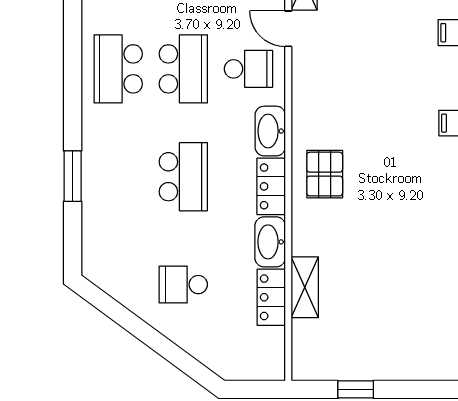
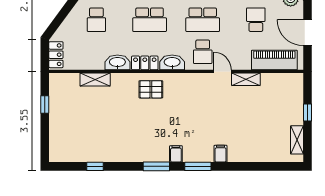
door: (288, 29) -> (222, 71), hinge flipped
school desk: (183, 285) -> (96, 20), turned 180
locker: (271, 297) -> (56, 55), moved, turned 90

